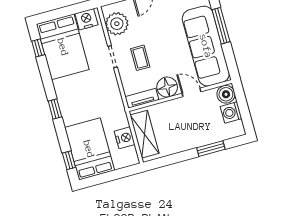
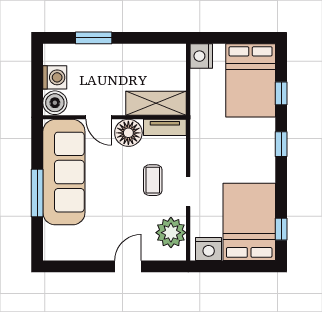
shelving: (145, 134) -> (156, 103), moved, turned 90
nightstand: (125, 138) -> (201, 56), moved
window: (69, 160) -> (281, 93), moved

